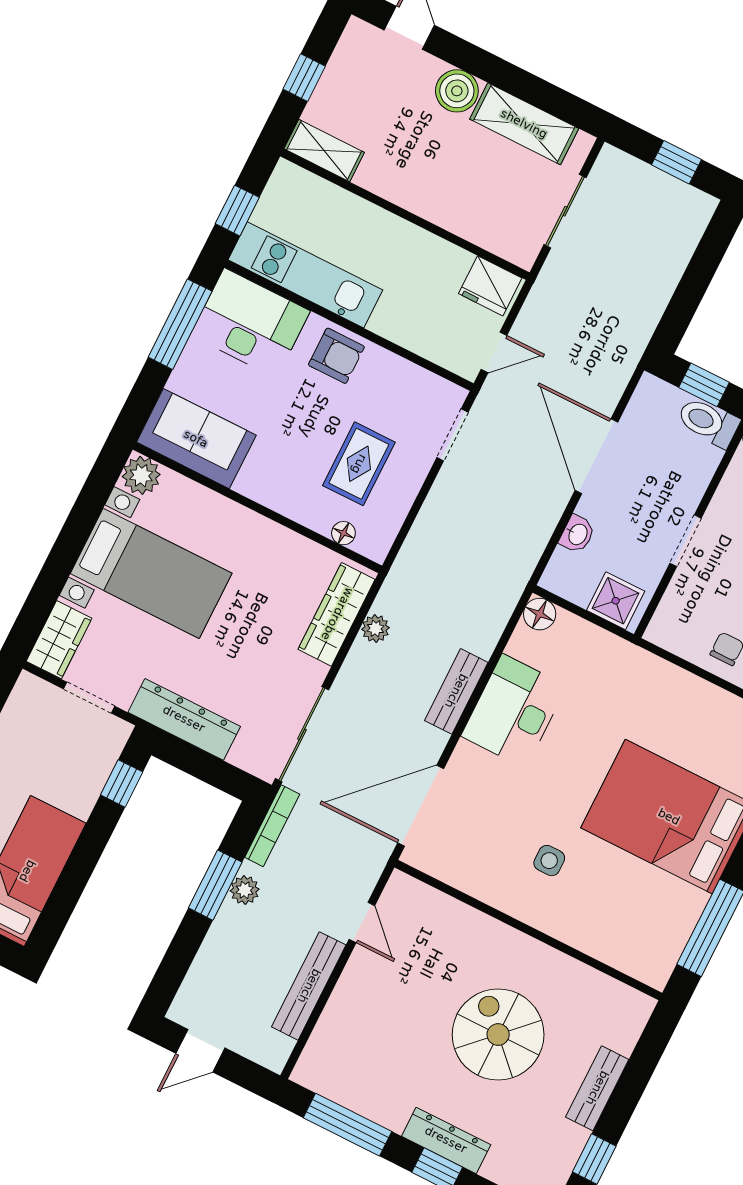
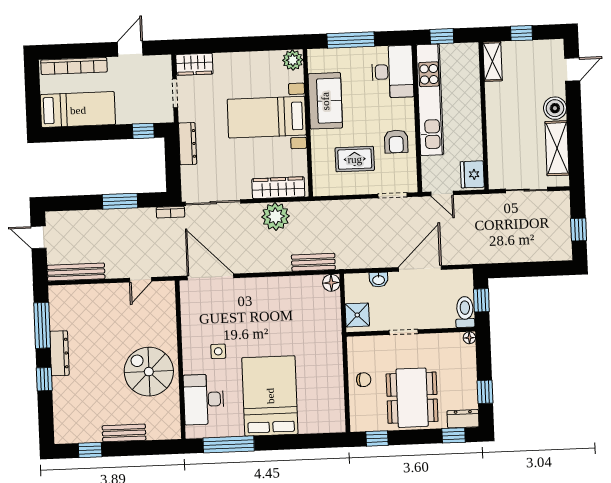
kitchen unit: (305, 275) -> (430, 100), width x1.36
window: (180, 324) -> (351, 40), moved
armchair: (336, 356) -> (396, 141), moved
sofa: (196, 439) -> (325, 101), moved
floor lamp: (343, 533) -> (318, 170), removed
bed with nightstands: (151, 573) -> (267, 117), moved, turned 90
plant: (375, 629) -> (276, 217), width x1.87, depth x1.87
bench: (456, 691) -> (313, 262), moved
desk: (514, 711) -> (204, 399), moved, turned -90
dresser: (184, 719) -> (188, 144), width x0.73, depth x0.80
bookcase: (272, 826) -> (170, 212), width x0.64
plant: (245, 890) -> (125, 216), removed
bench: (309, 986) -> (76, 272), moved
spiral stairs: (498, 1035) -> (149, 372), moved, turned -90
dresser: (446, 1140) -> (59, 353), moved

